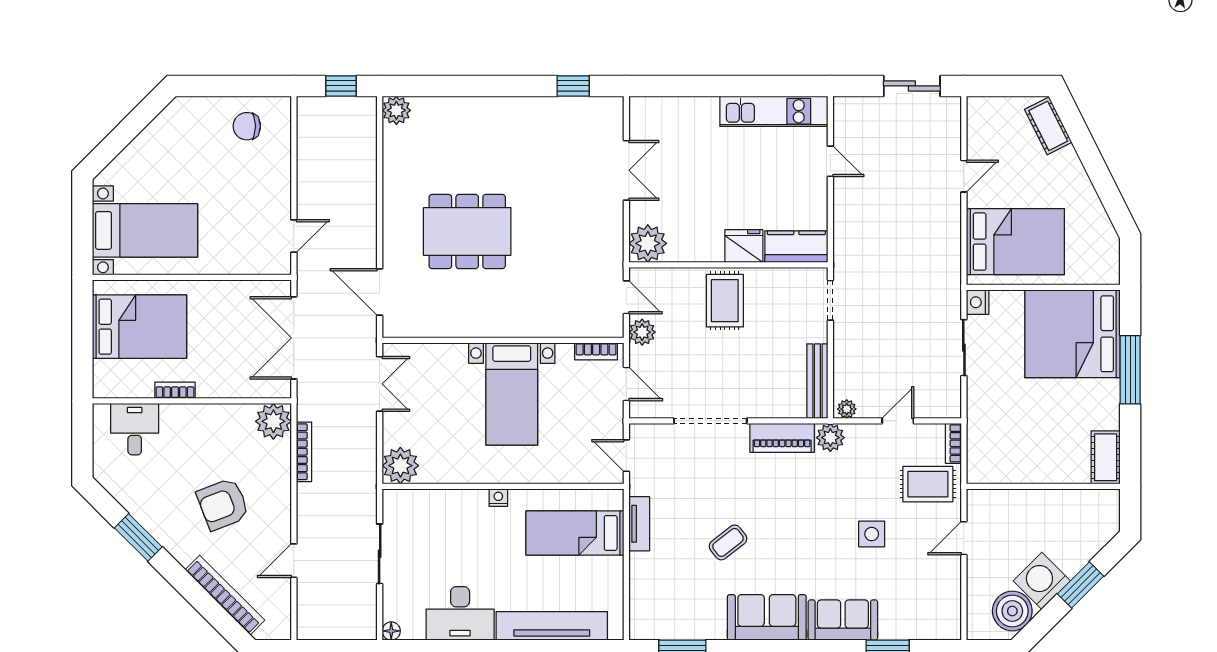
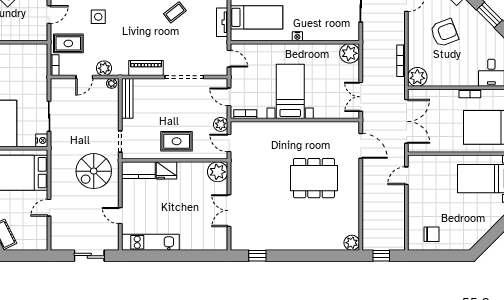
sliding door: (912, 86) -> (89, 256), moved
spiral stairs: (880, 245) -> (94, 171), added
rug: (725, 301) -> (177, 141), turned 90
plant: (830, 438) -> (104, 68), moved

